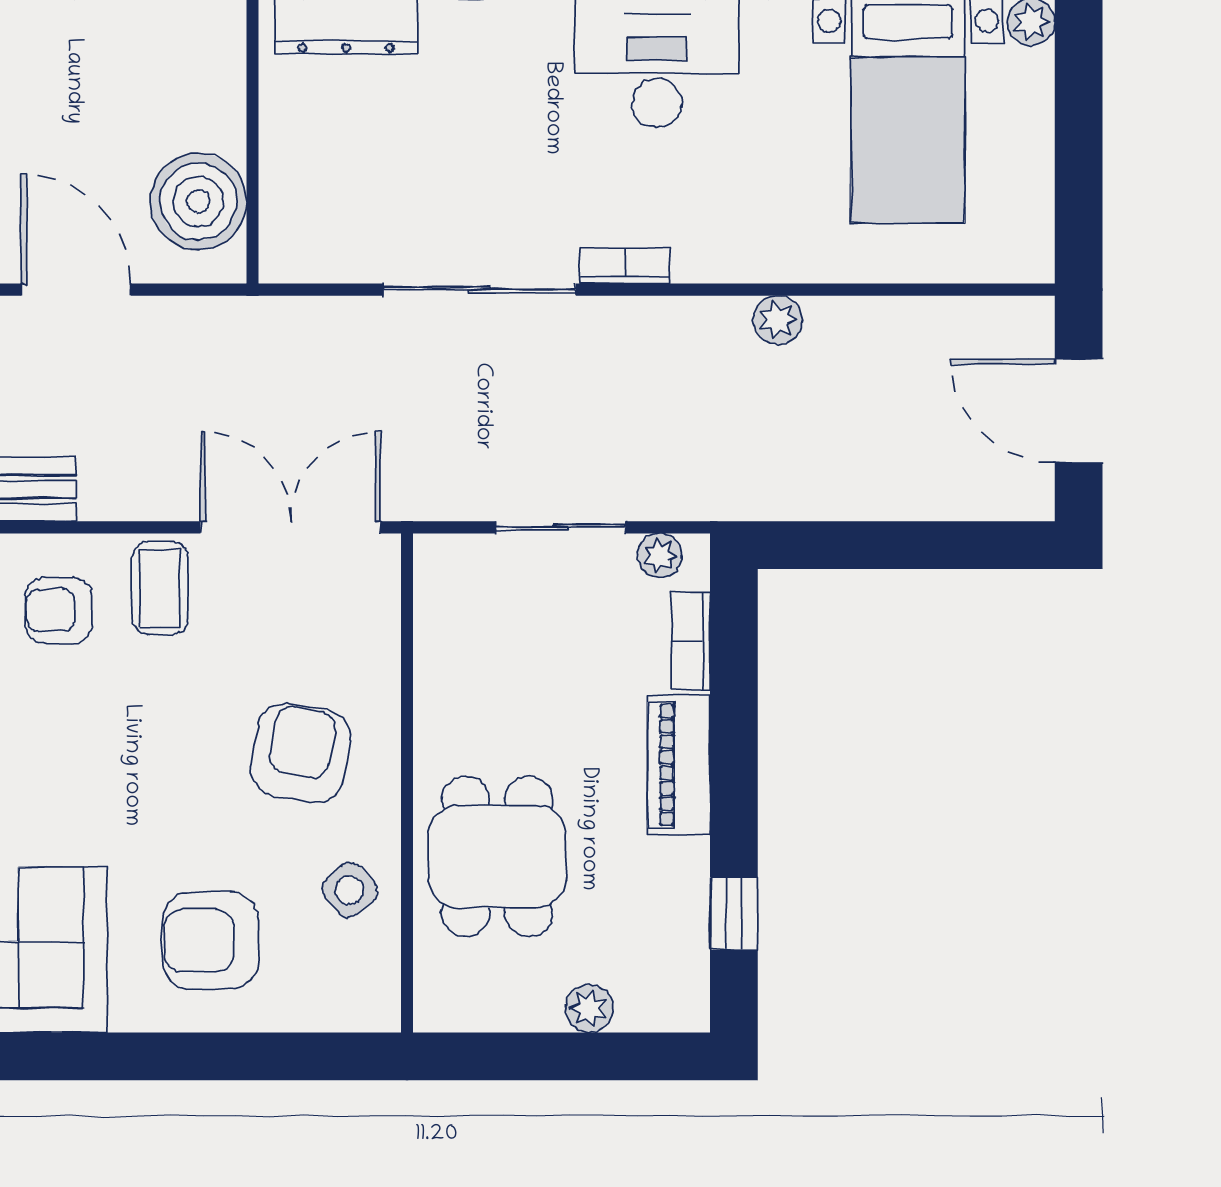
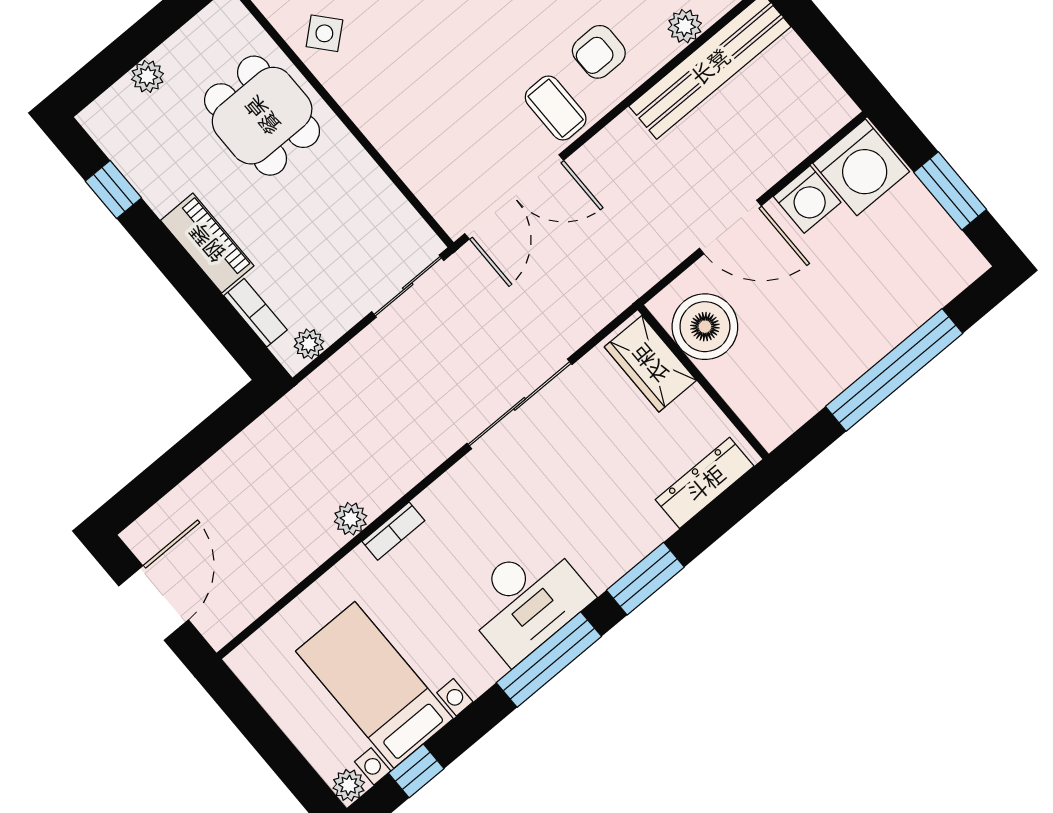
wardrobe: (295, 211) -> (650, 364), added
bookcase: (625, 266) -> (393, 531), moved
door: (1079, 411) -> (154, 603), hinge flipped
sliding door: (560, 527) -> (408, 286), moved
armchair: (59, 610) -> (599, 52), turned 180
armchair: (300, 753) -> (410, 83), removed

